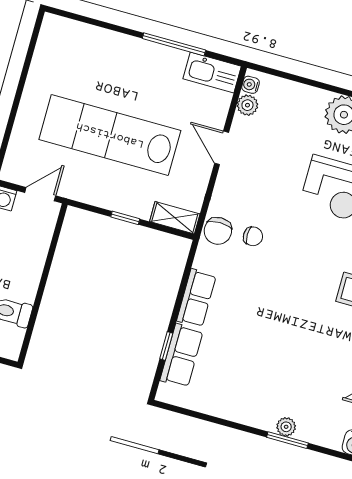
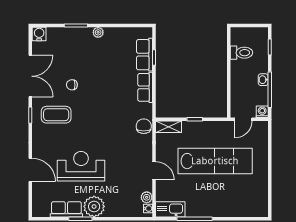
chair: (253, 236) -> (72, 85), moved
plant: (286, 427) -> (98, 32), moved

